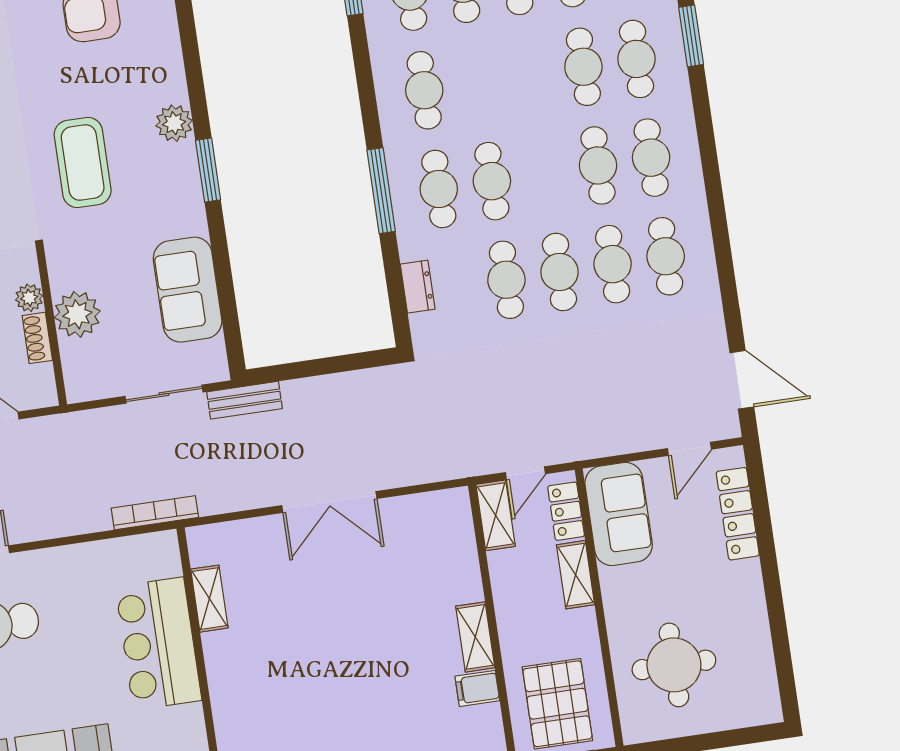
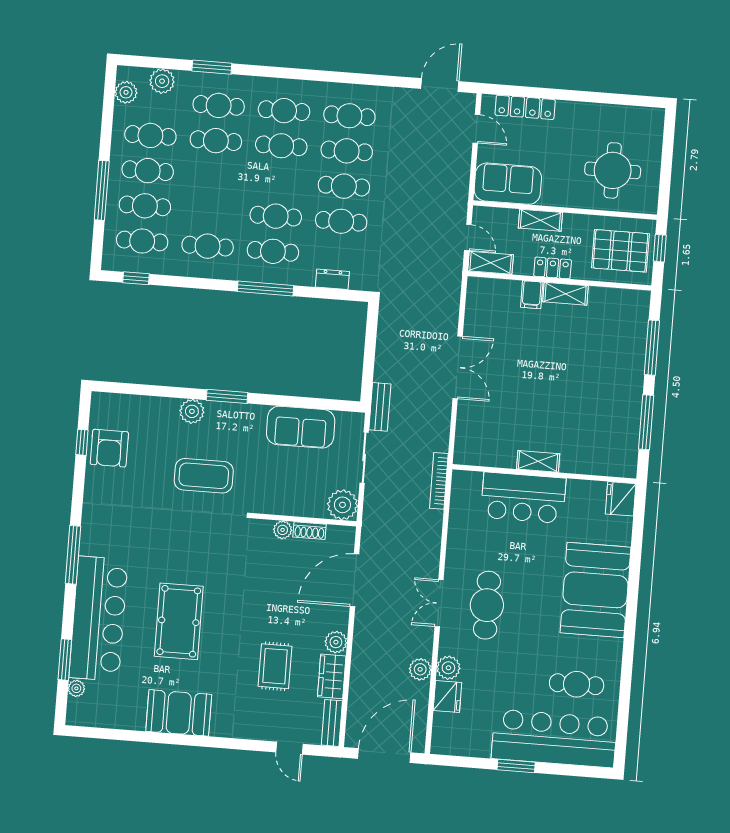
plant: (77, 314) -> (342, 505), moved
locker: (566, 511) -> (553, 268), moved, turned 180
shelving: (209, 599) -> (538, 461), moved
filing cabinet: (477, 688) -> (532, 295), moved

